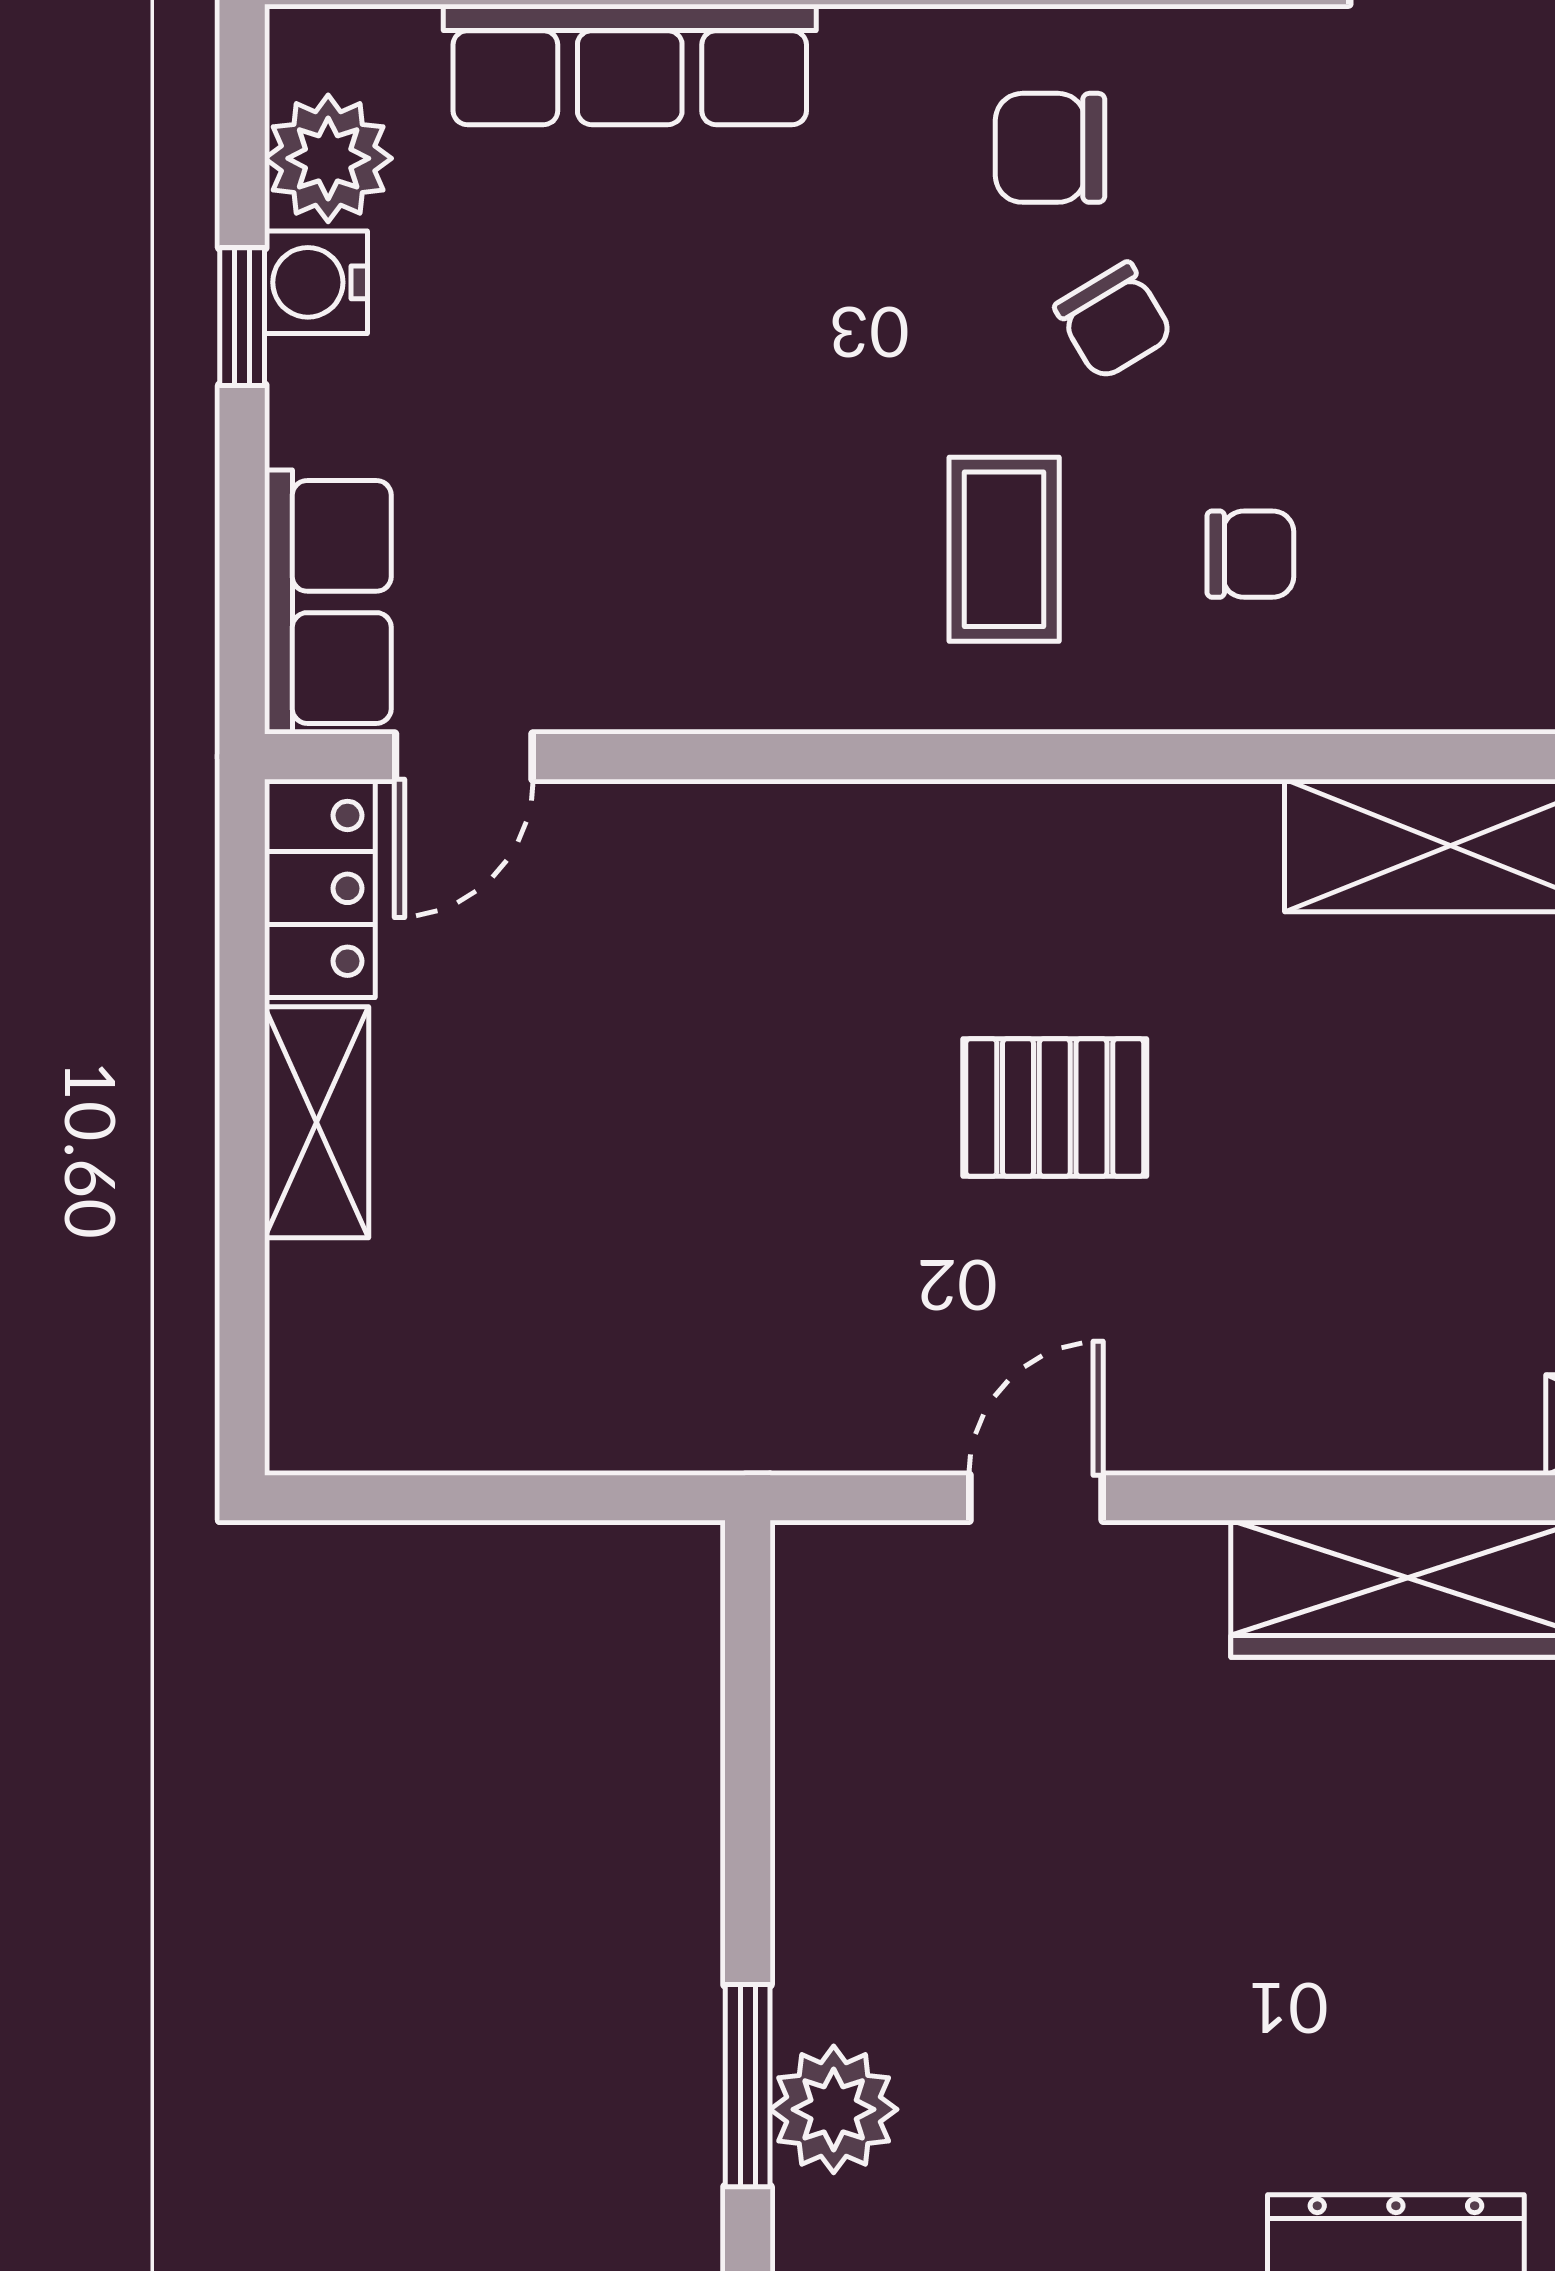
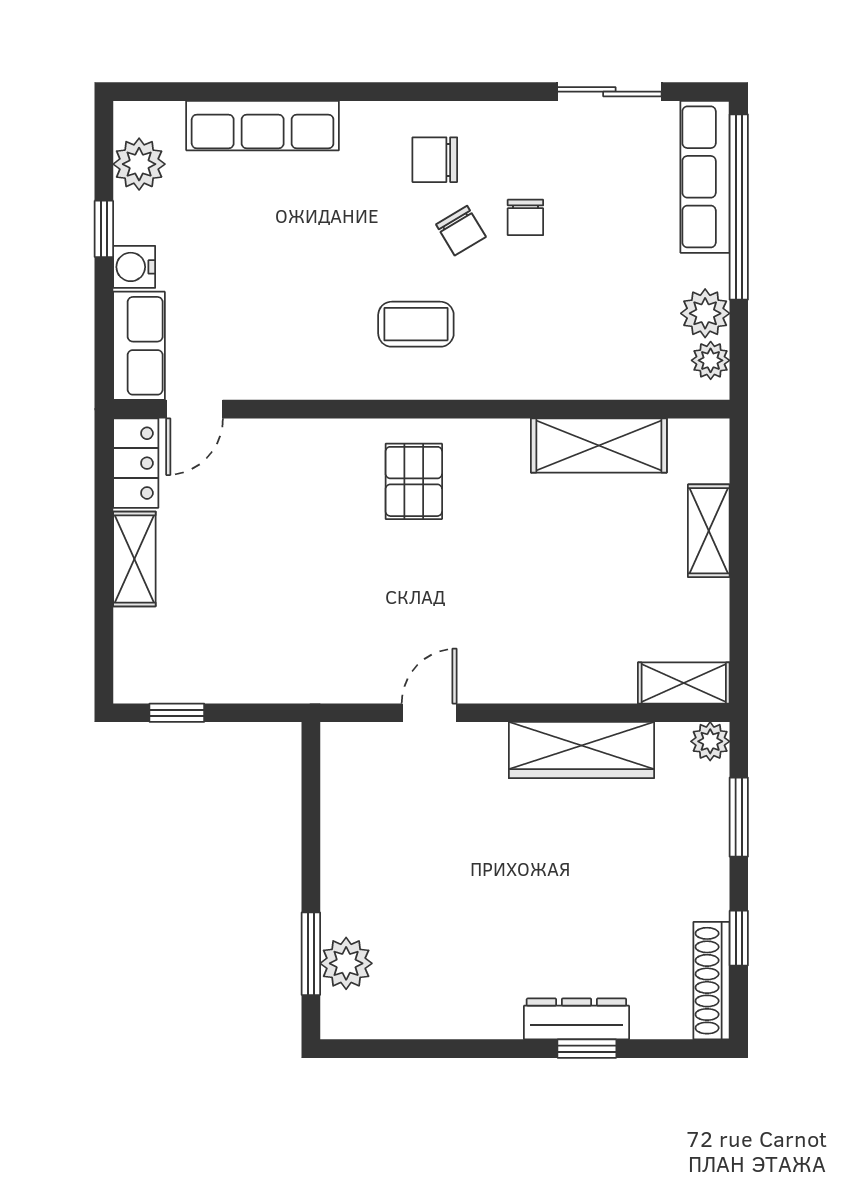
water cooler: (316, 282) -> (134, 267), moved
coffee table: (1004, 549) -> (416, 324), turned 90
chair: (1250, 554) -> (525, 217), moved, turned 90
pallet: (1055, 1108) -> (414, 481), moved, turned 90
window: (420, 1498) -> (177, 713), added

